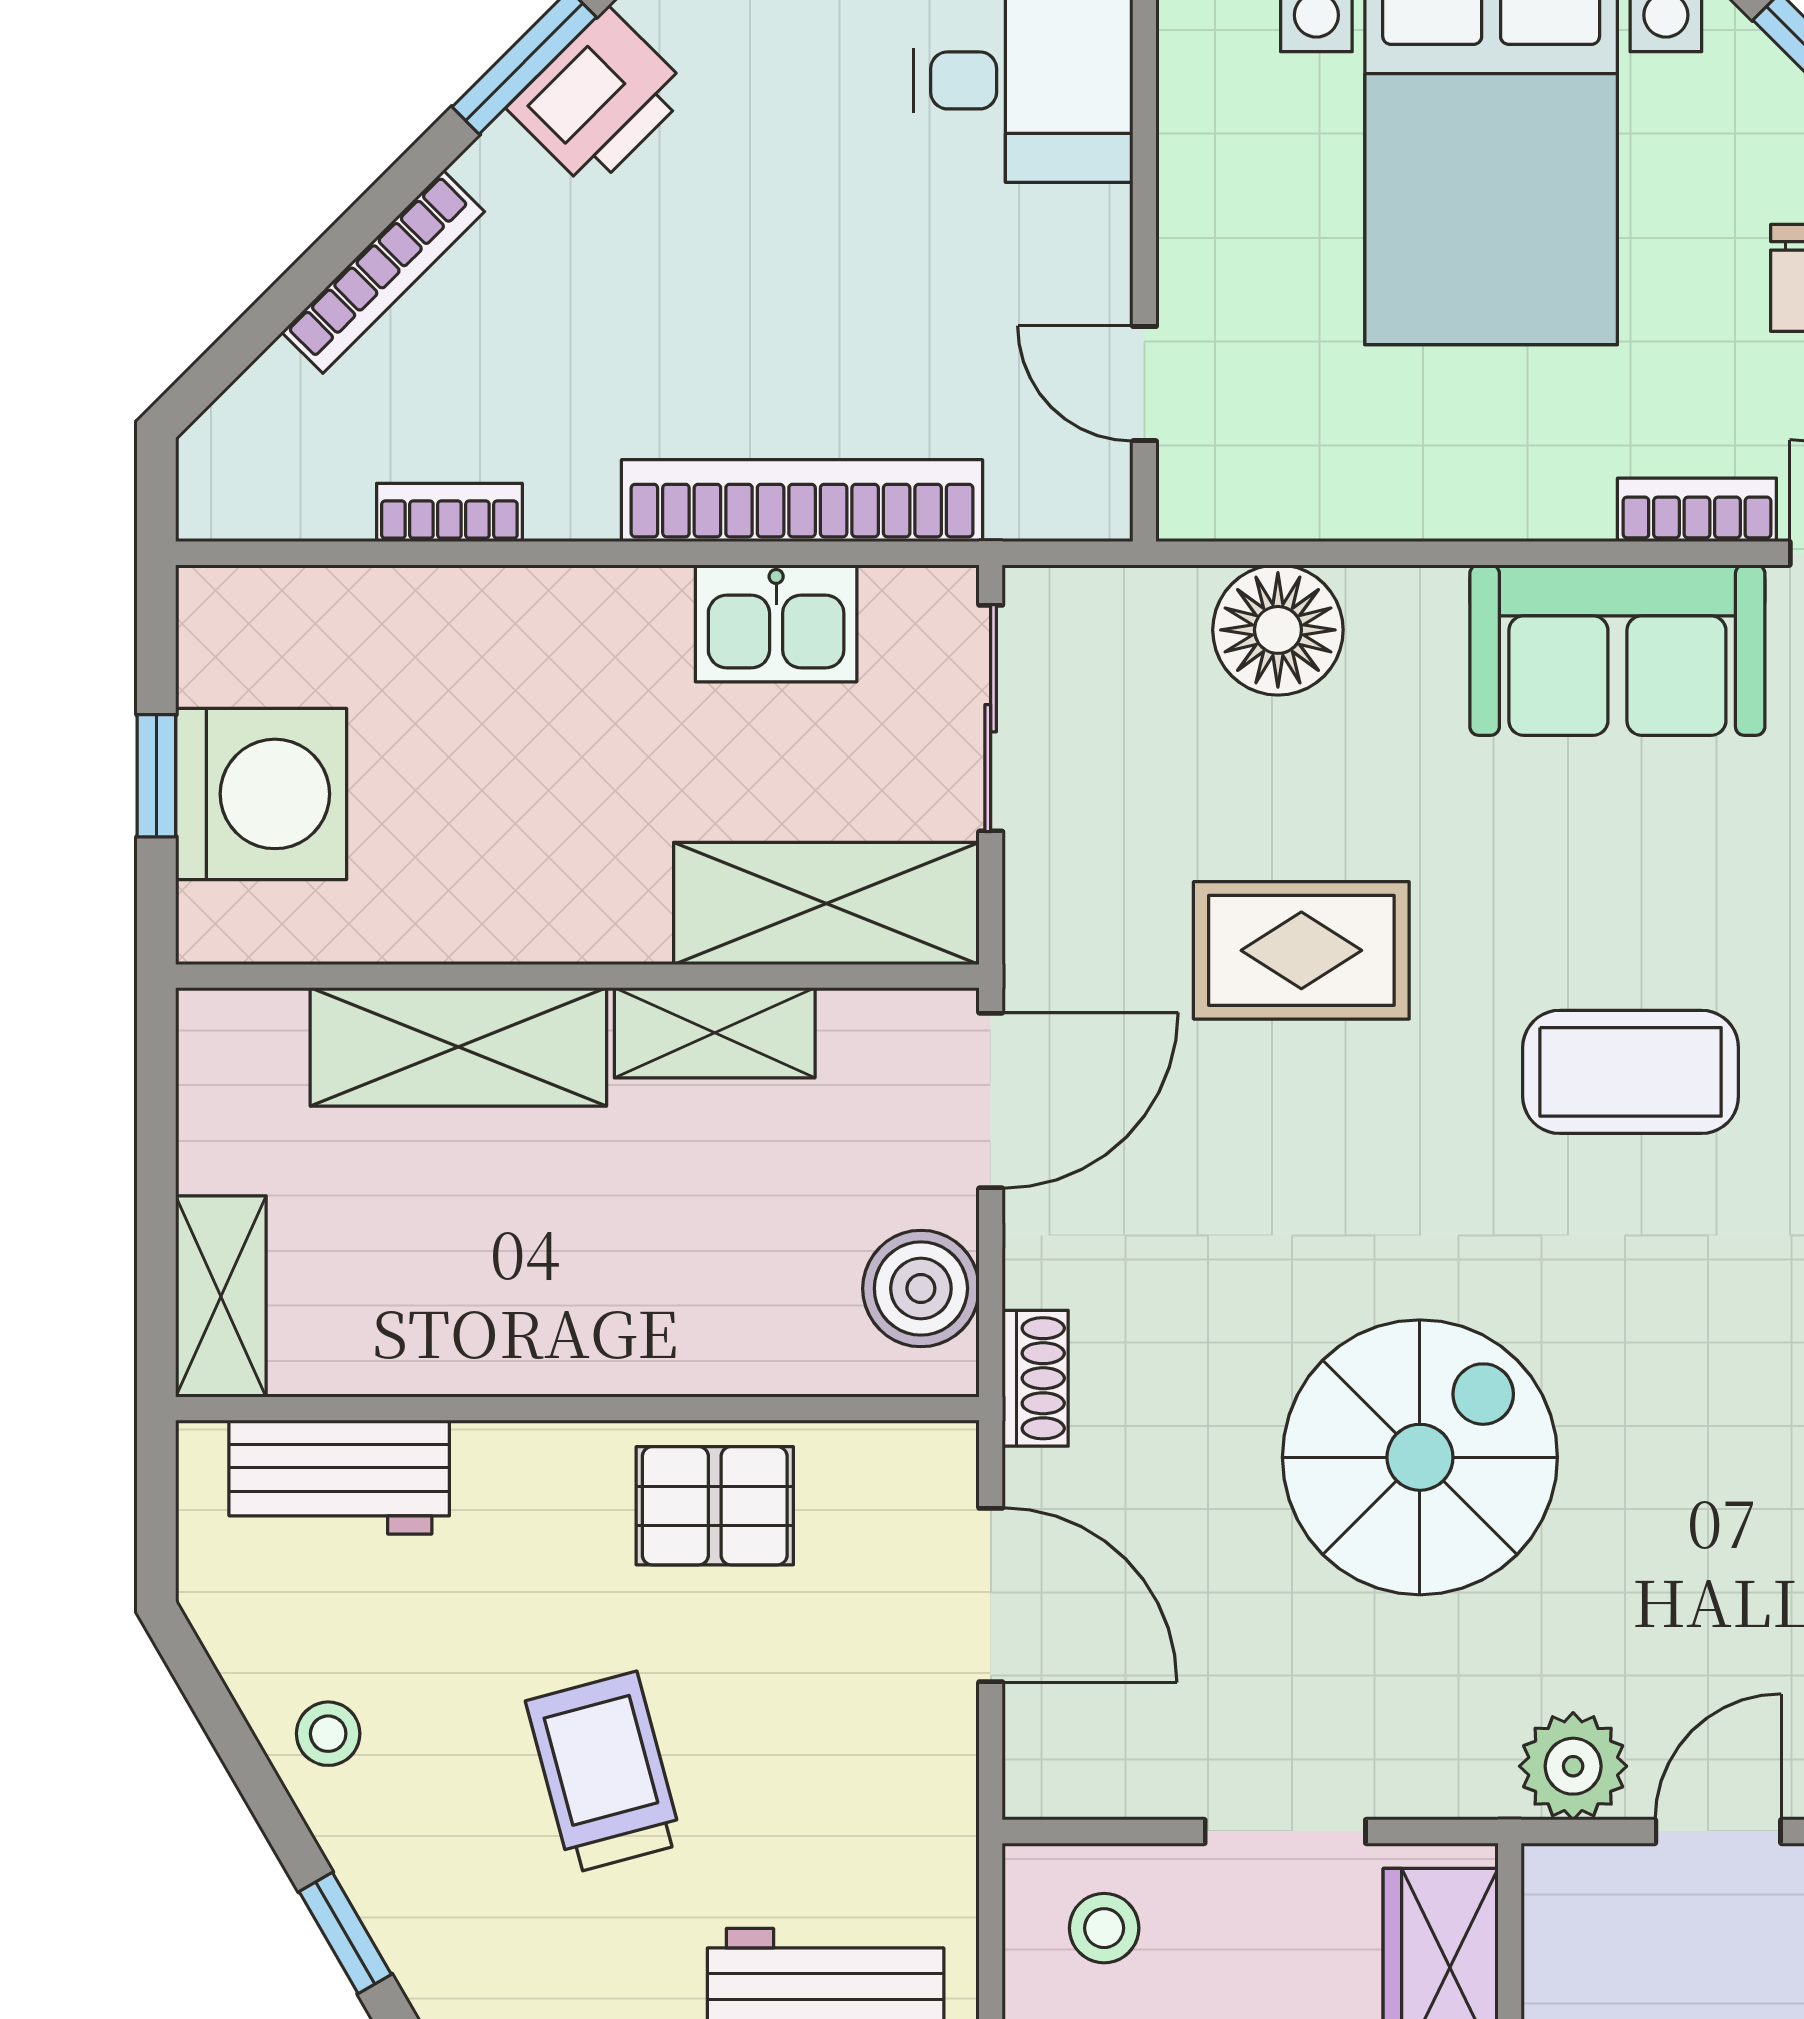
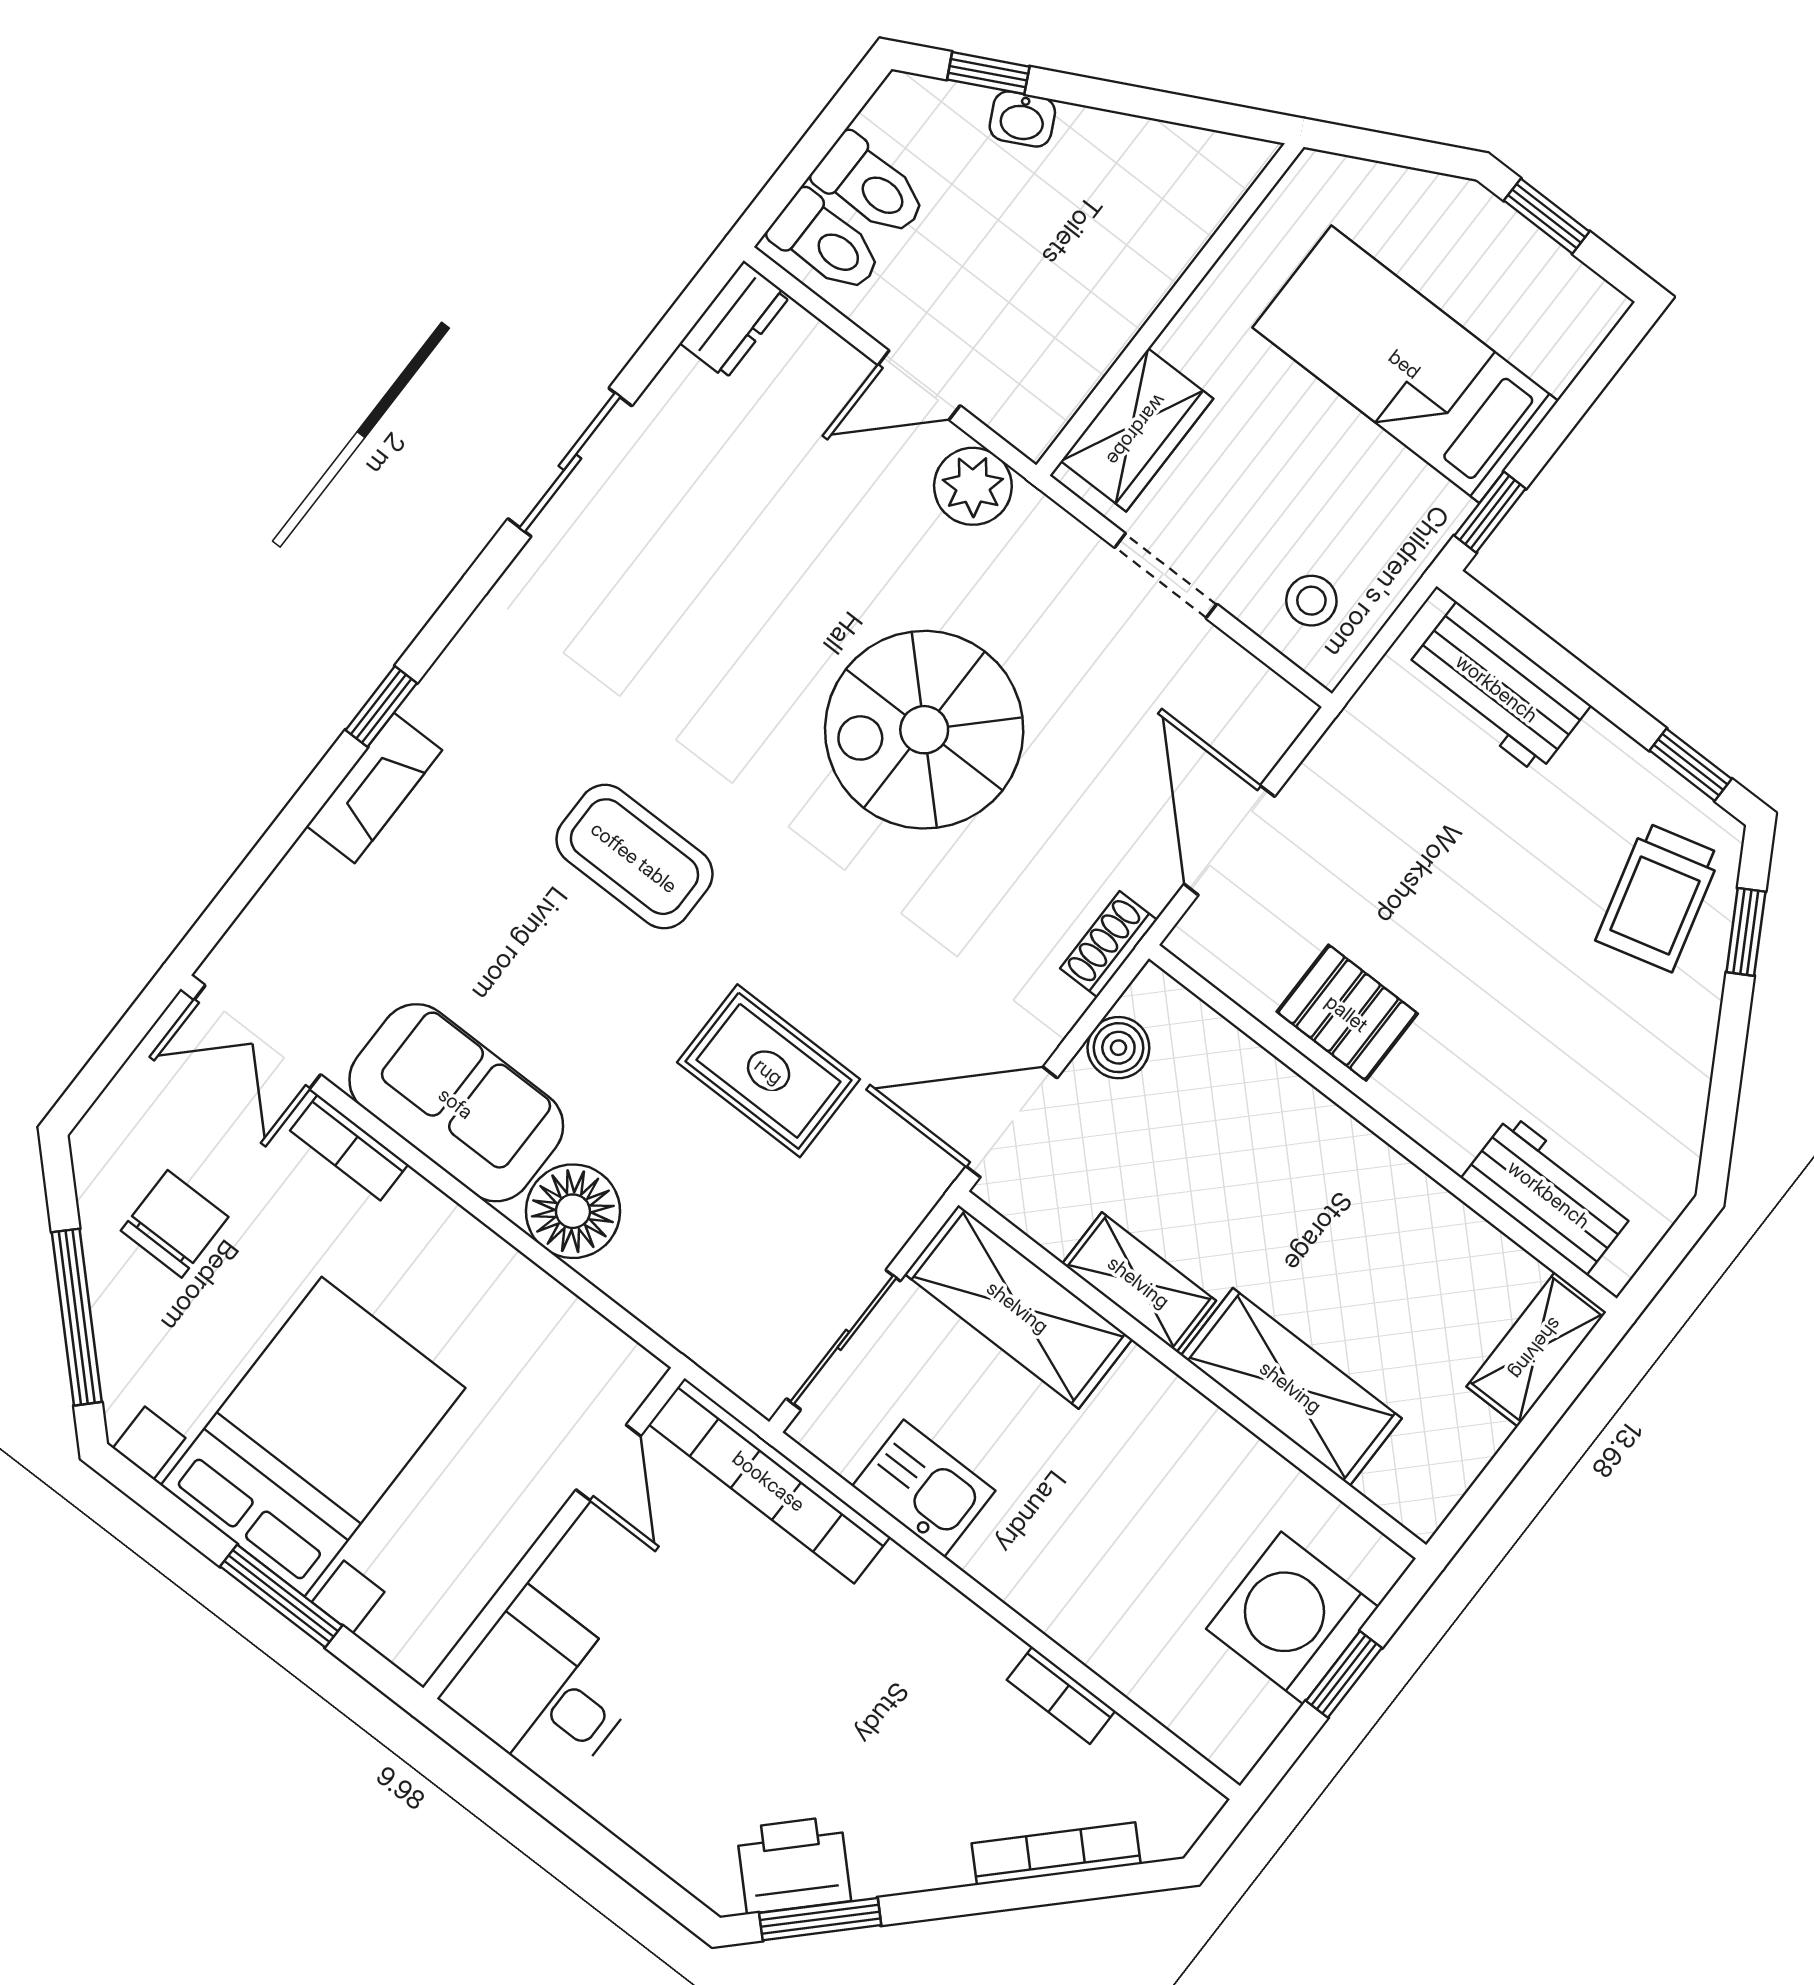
bookcase: (383, 272) -> (1056, 1854), moved
bookcase: (802, 501) -> (769, 1481), moved
floor lamp: (1278, 630) -> (573, 1211), moved
boiler: (921, 1288) -> (1118, 1048), width x0.73, depth x0.73
stool: (328, 1734) -> (1668, 1053), removed
trolley: (604, 1772) -> (1658, 897), moved

